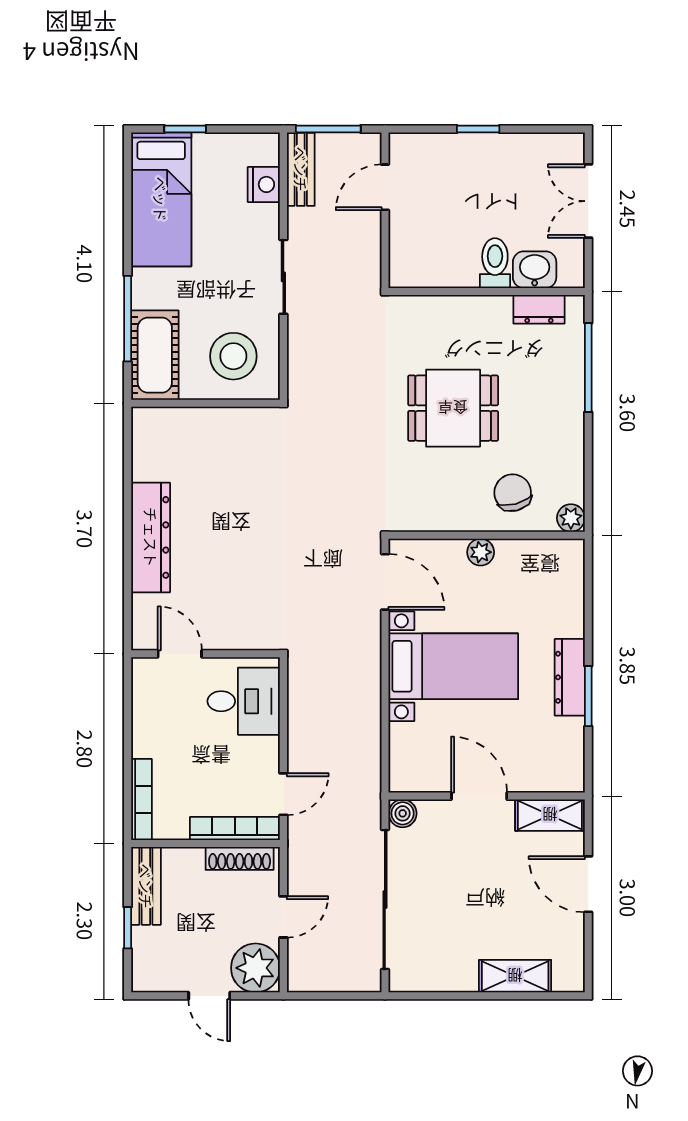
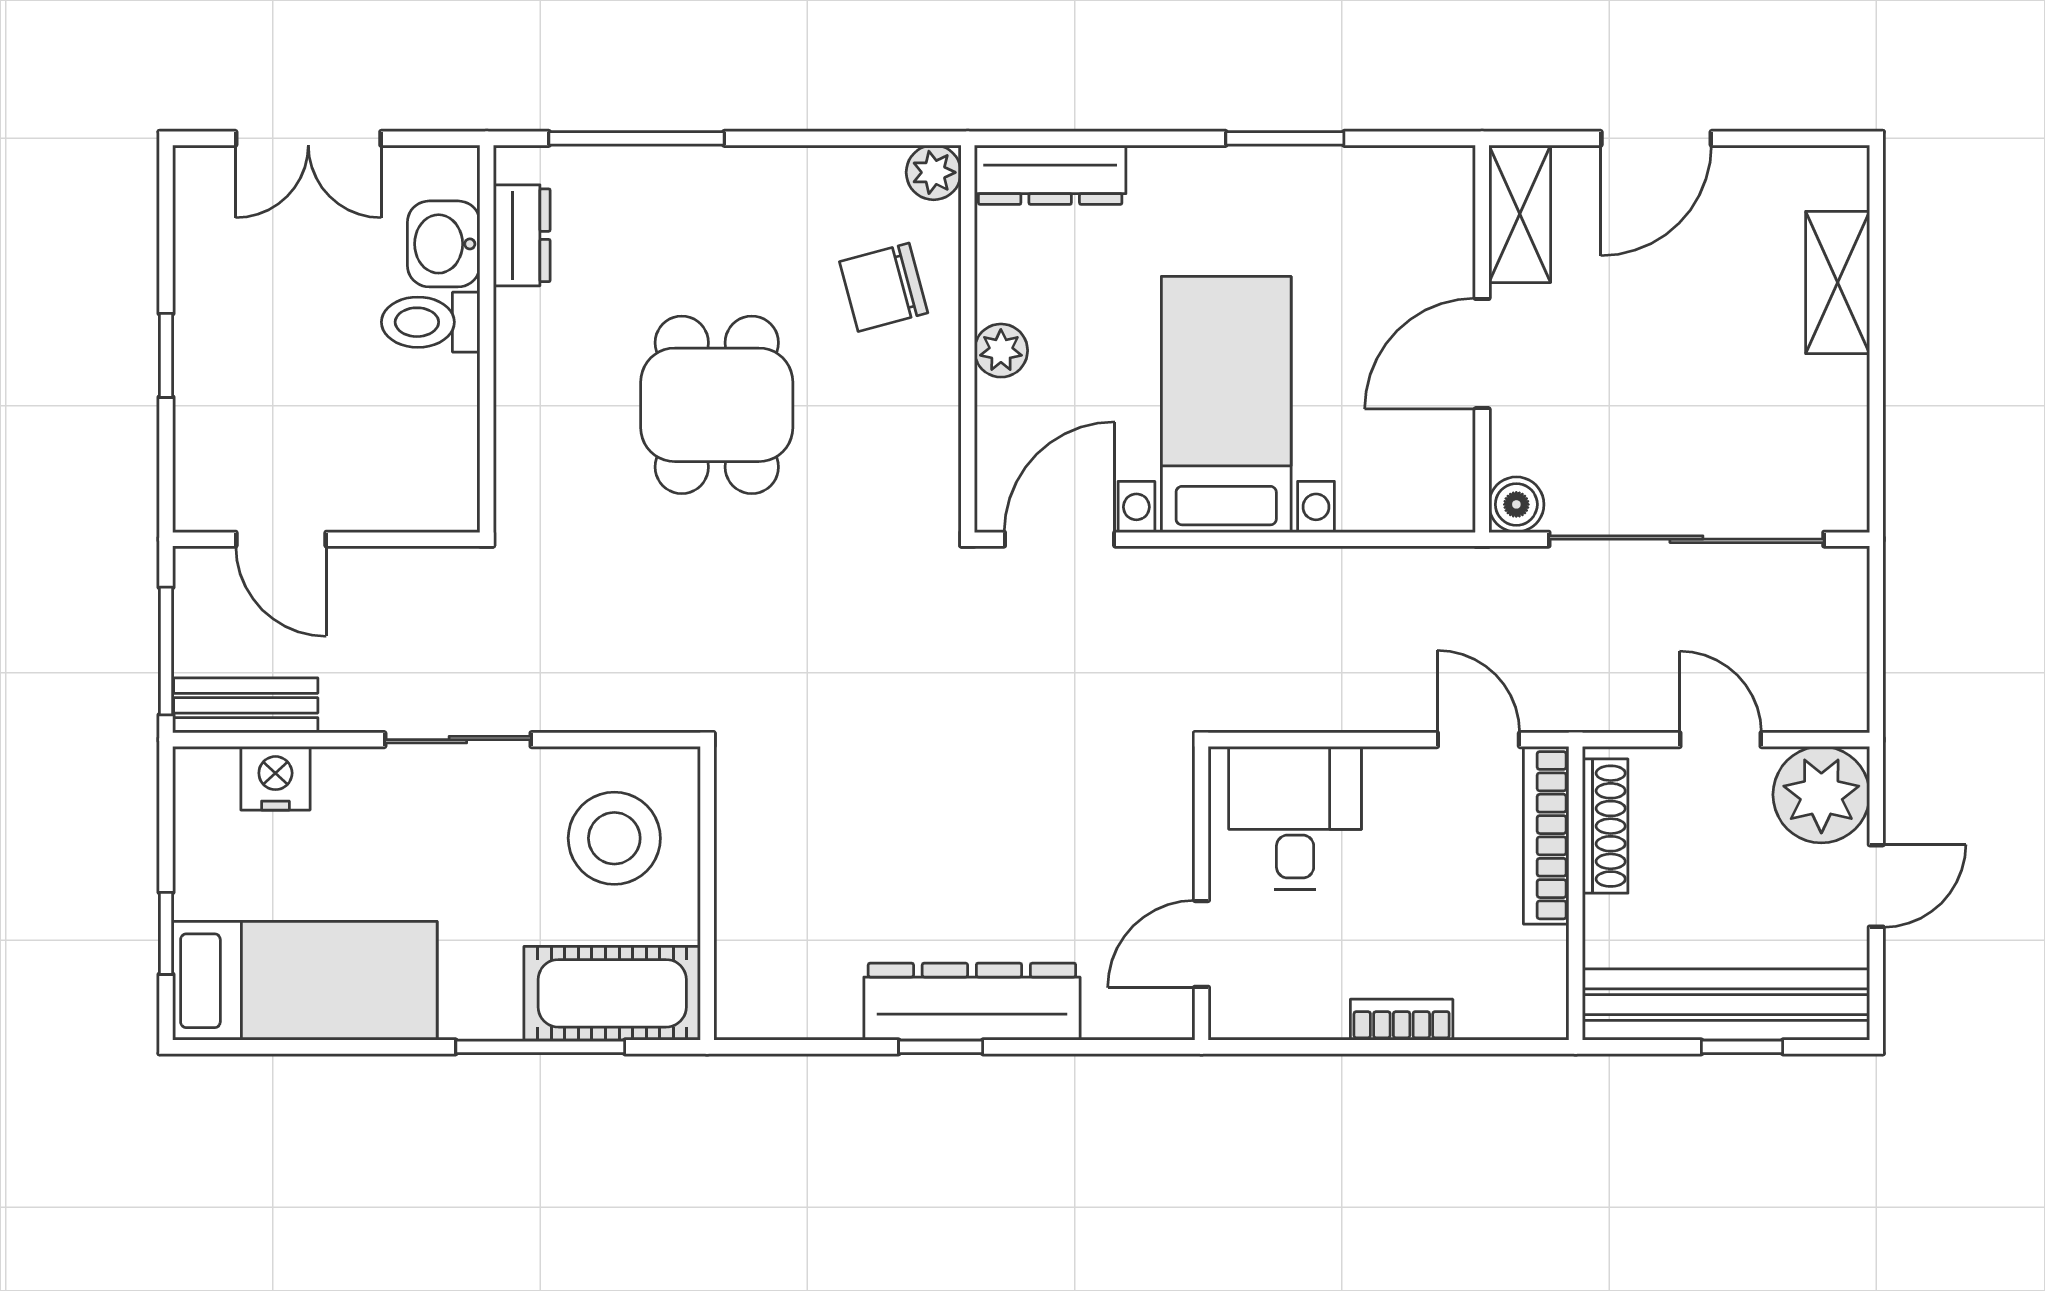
window: (128, 522) -> (941, 1047), added
dresser: (570, 677) -> (1050, 175), moved
bookcase: (141, 799) -> (1402, 1020), moved, width x0.64
bench: (146, 886) -> (1726, 1005), width x1.86, depth x1.21

